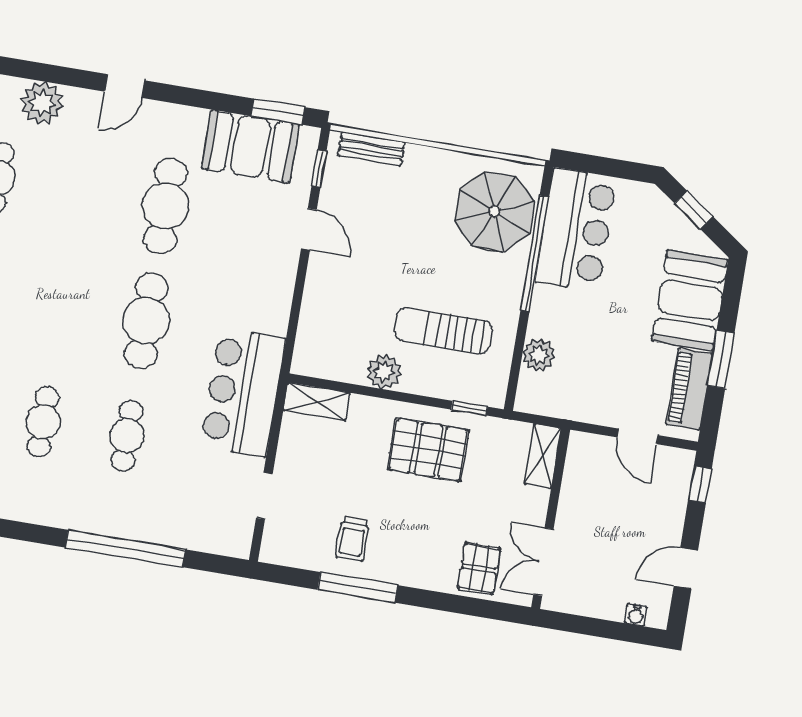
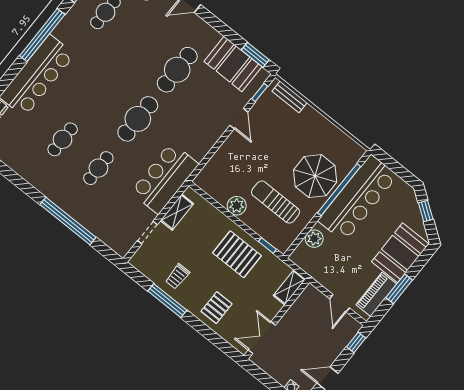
parasol: (494, 211) -> (315, 176), moved
bar counter: (576, 230) -> (358, 198), width x1.36
shelving: (317, 402) -> (177, 212), moved, turned 90
pallet: (479, 568) -> (217, 308), moved

